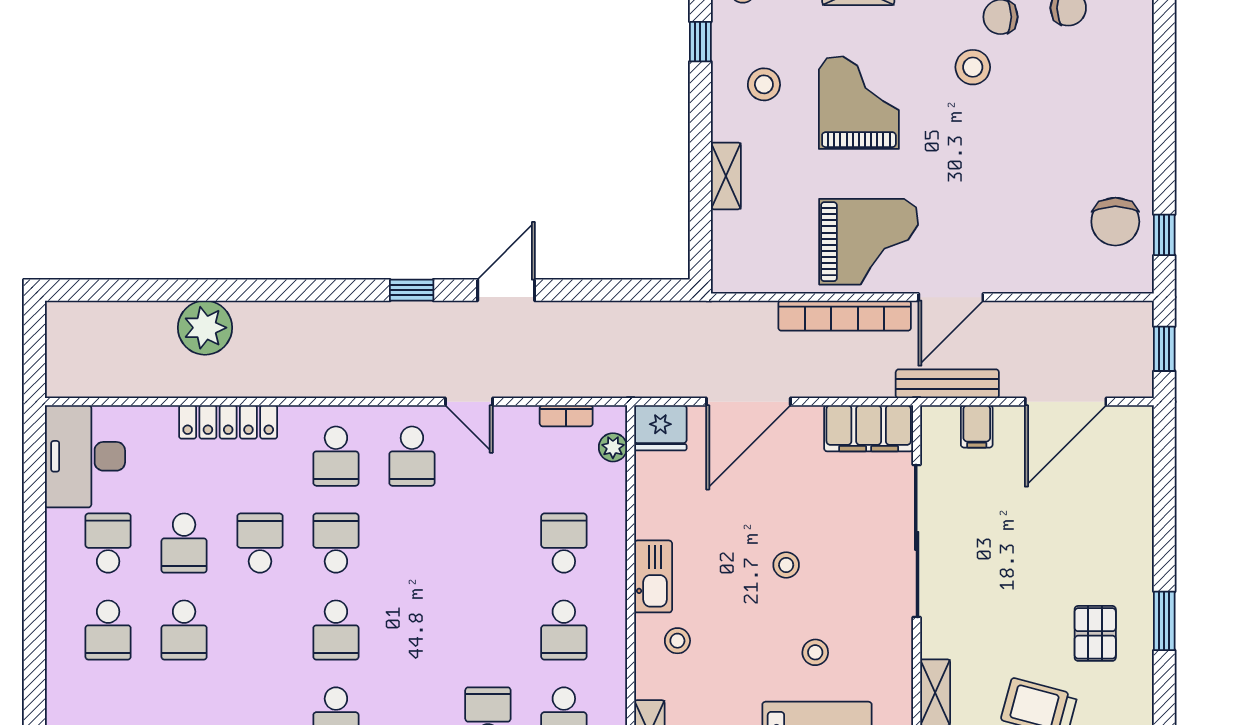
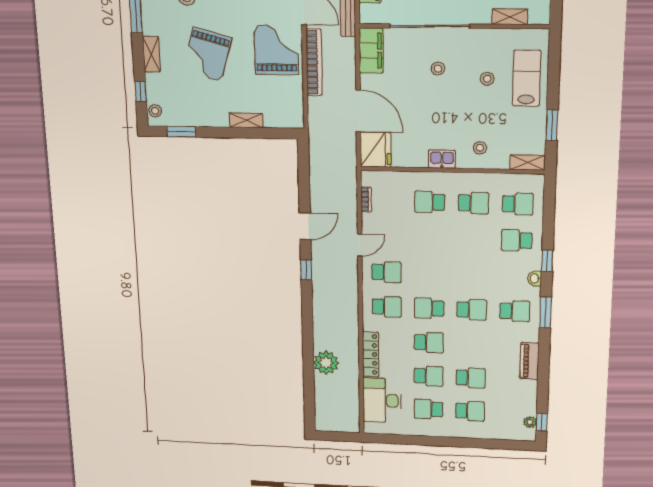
window: (700, 42) -> (181, 132), width x1.50
stool: (764, 84) -> (200, 101), removed
grand piano: (859, 103) -> (207, 54), turned -74
door: (506, 290) -> (305, 226), swing flipped
fridge: (660, 428) -> (376, 150), width x1.36, depth x1.34
plant: (613, 447) -> (382, 177), removed
desk: (85, 456) -> (382, 400), moved, turned 90
school desk: (260, 543) -> (429, 342), turned 180
stool: (786, 565) -> (438, 69), moved
kitchen sink: (653, 576) -> (442, 159), width x0.73

